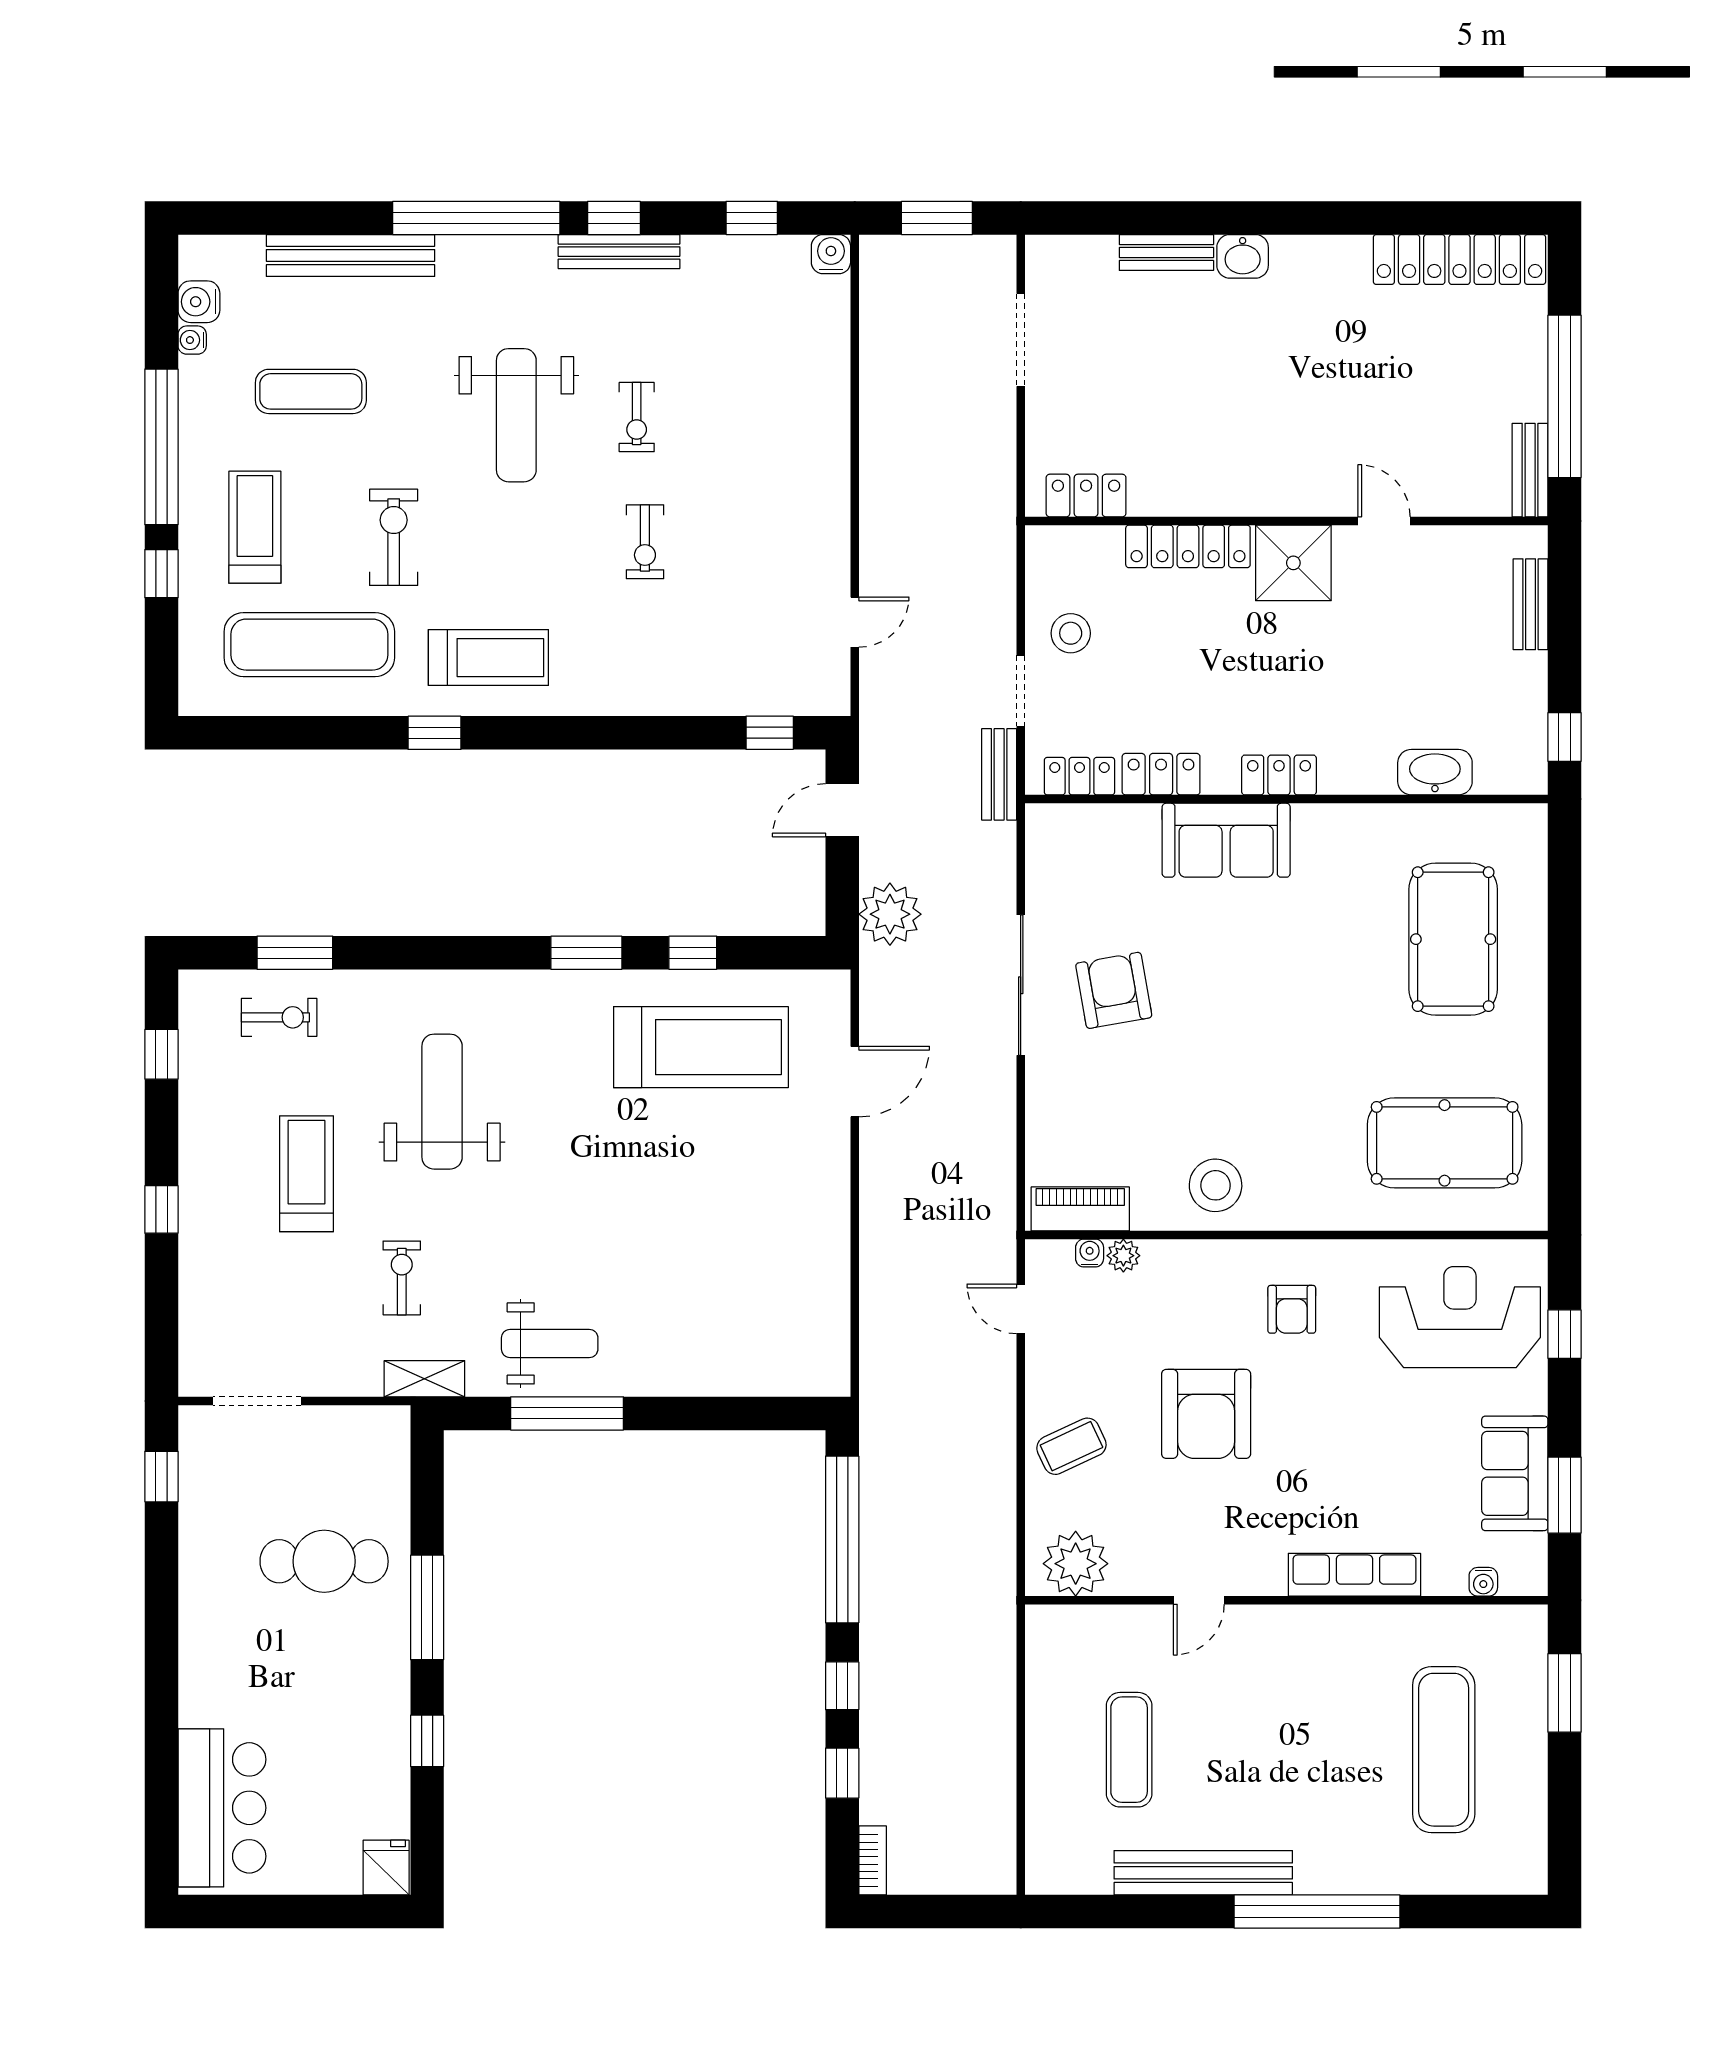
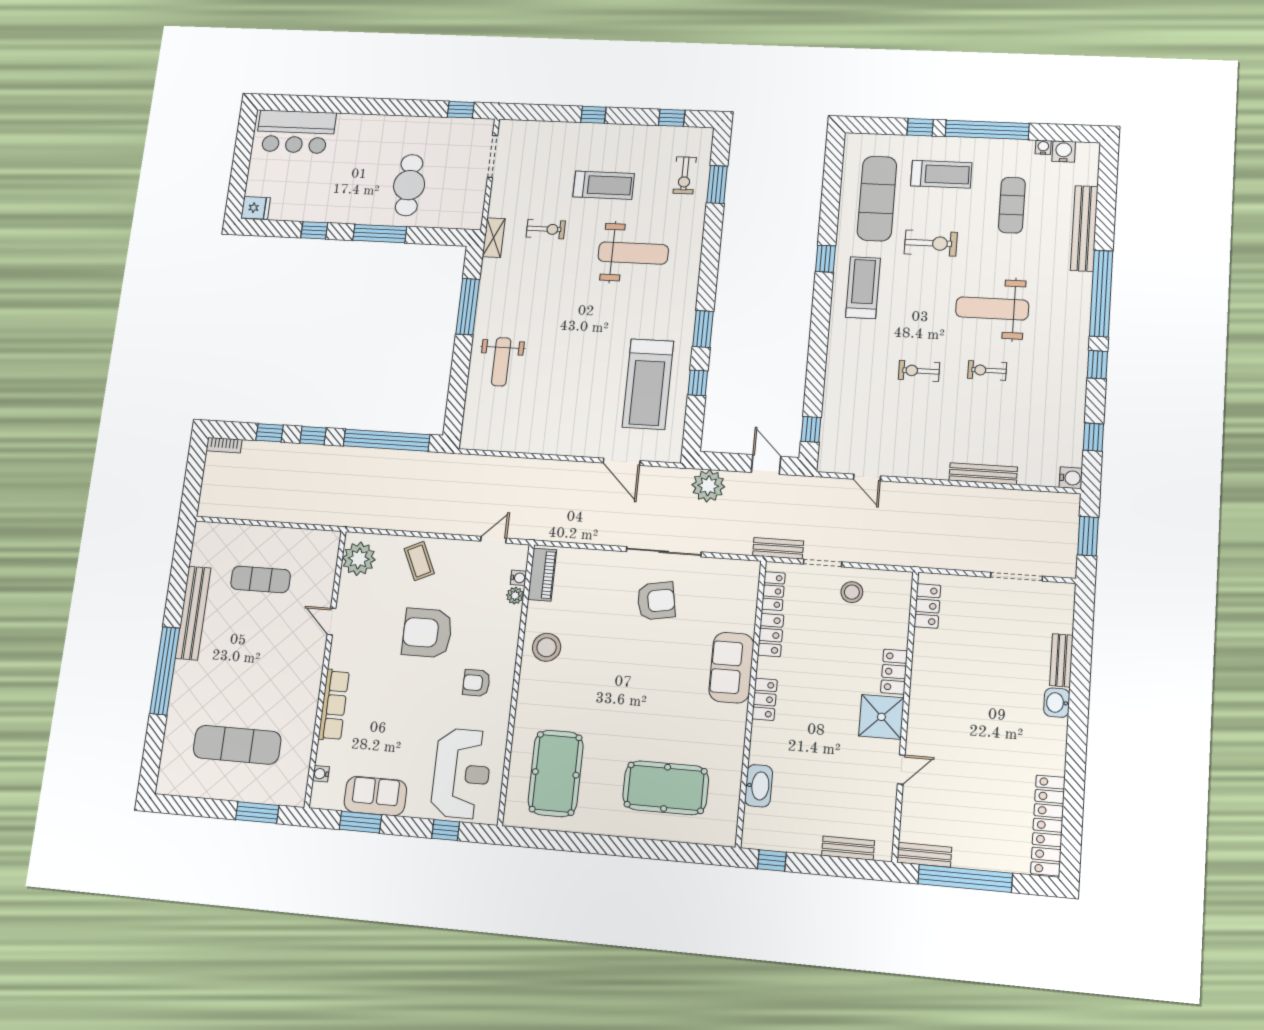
bench: (619, 252) -> (983, 474), moved, turned 90
locker: (1188, 546) -> (894, 672), width x0.66
treadmill: (488, 658) -> (863, 288), turned 180
weight bench: (550, 1343) -> (501, 362), moved

